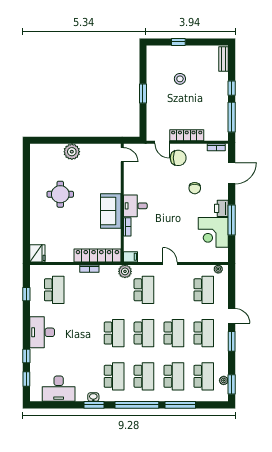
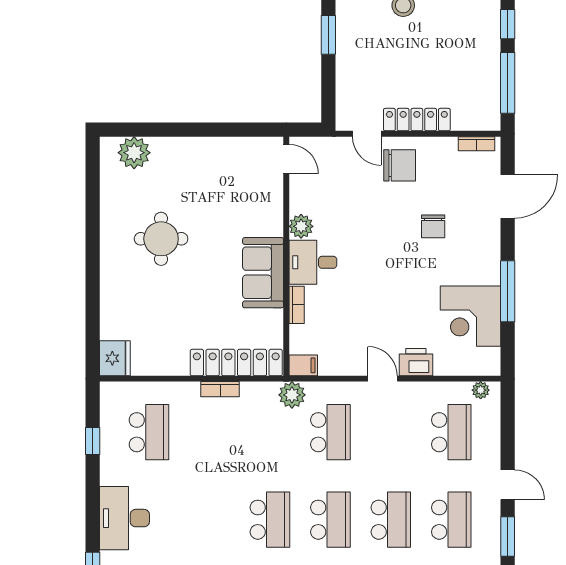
plant: (72, 152) -> (134, 153), moved
plant: (129, 188) -> (301, 226), added
printer: (221, 208) -> (416, 362), moved, turned 90

